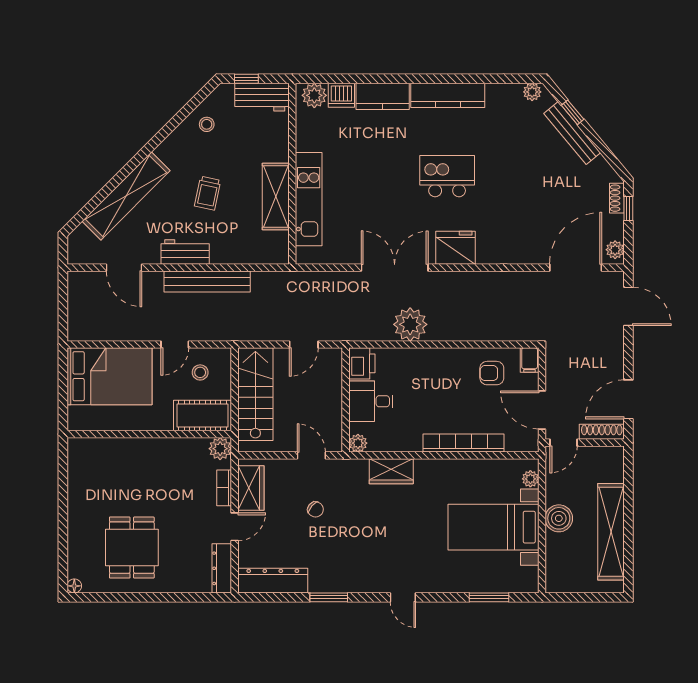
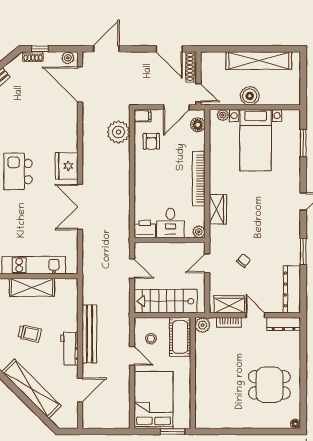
plant: (410, 324) -> (118, 132), moved
window: (63, 404) -> (173, 431), added
floor lamp: (516, 442) -> (198, 125), added
bookcase: (464, 443) -> (199, 179), moved

